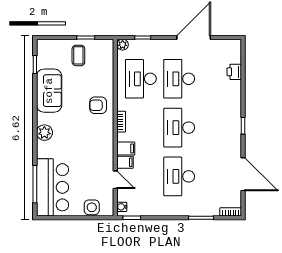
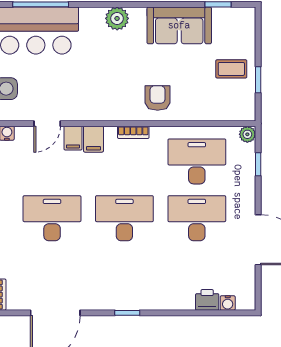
water cooler: (236, 58) -> (228, 303), added

